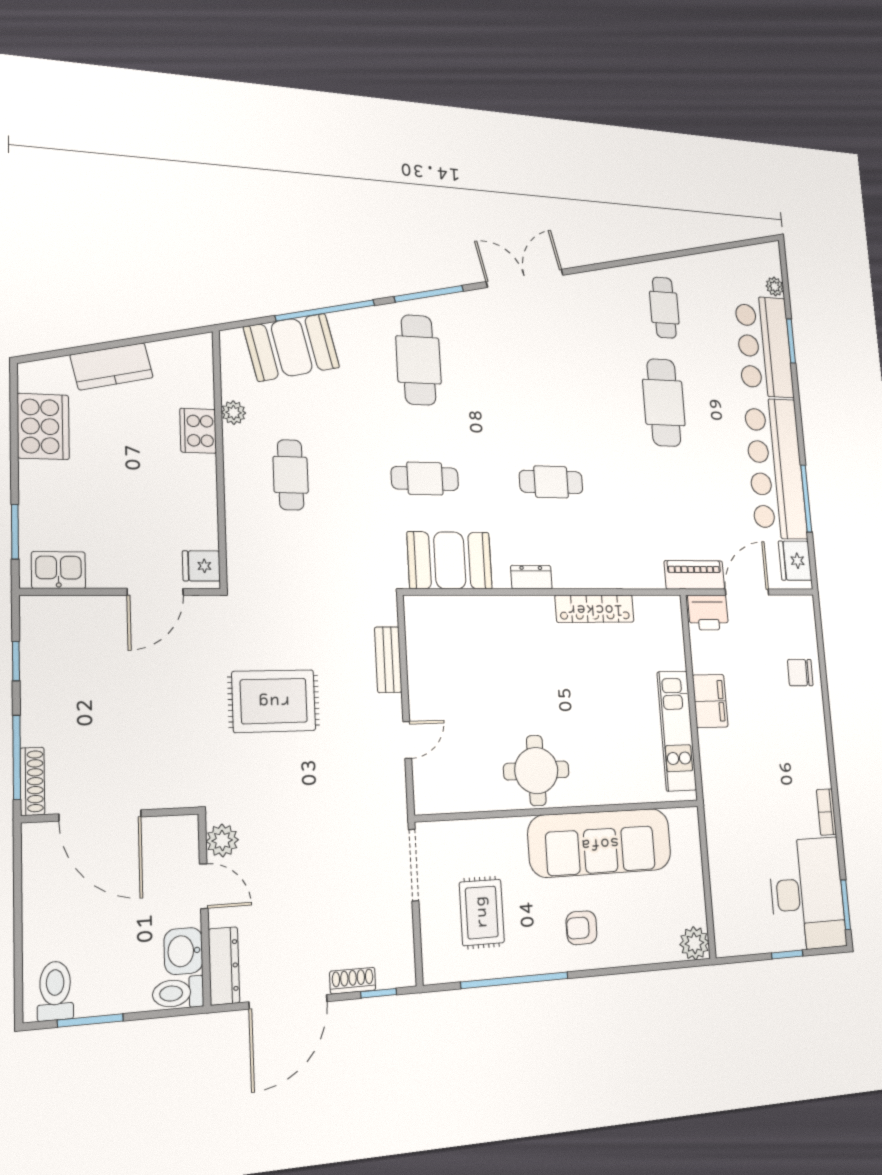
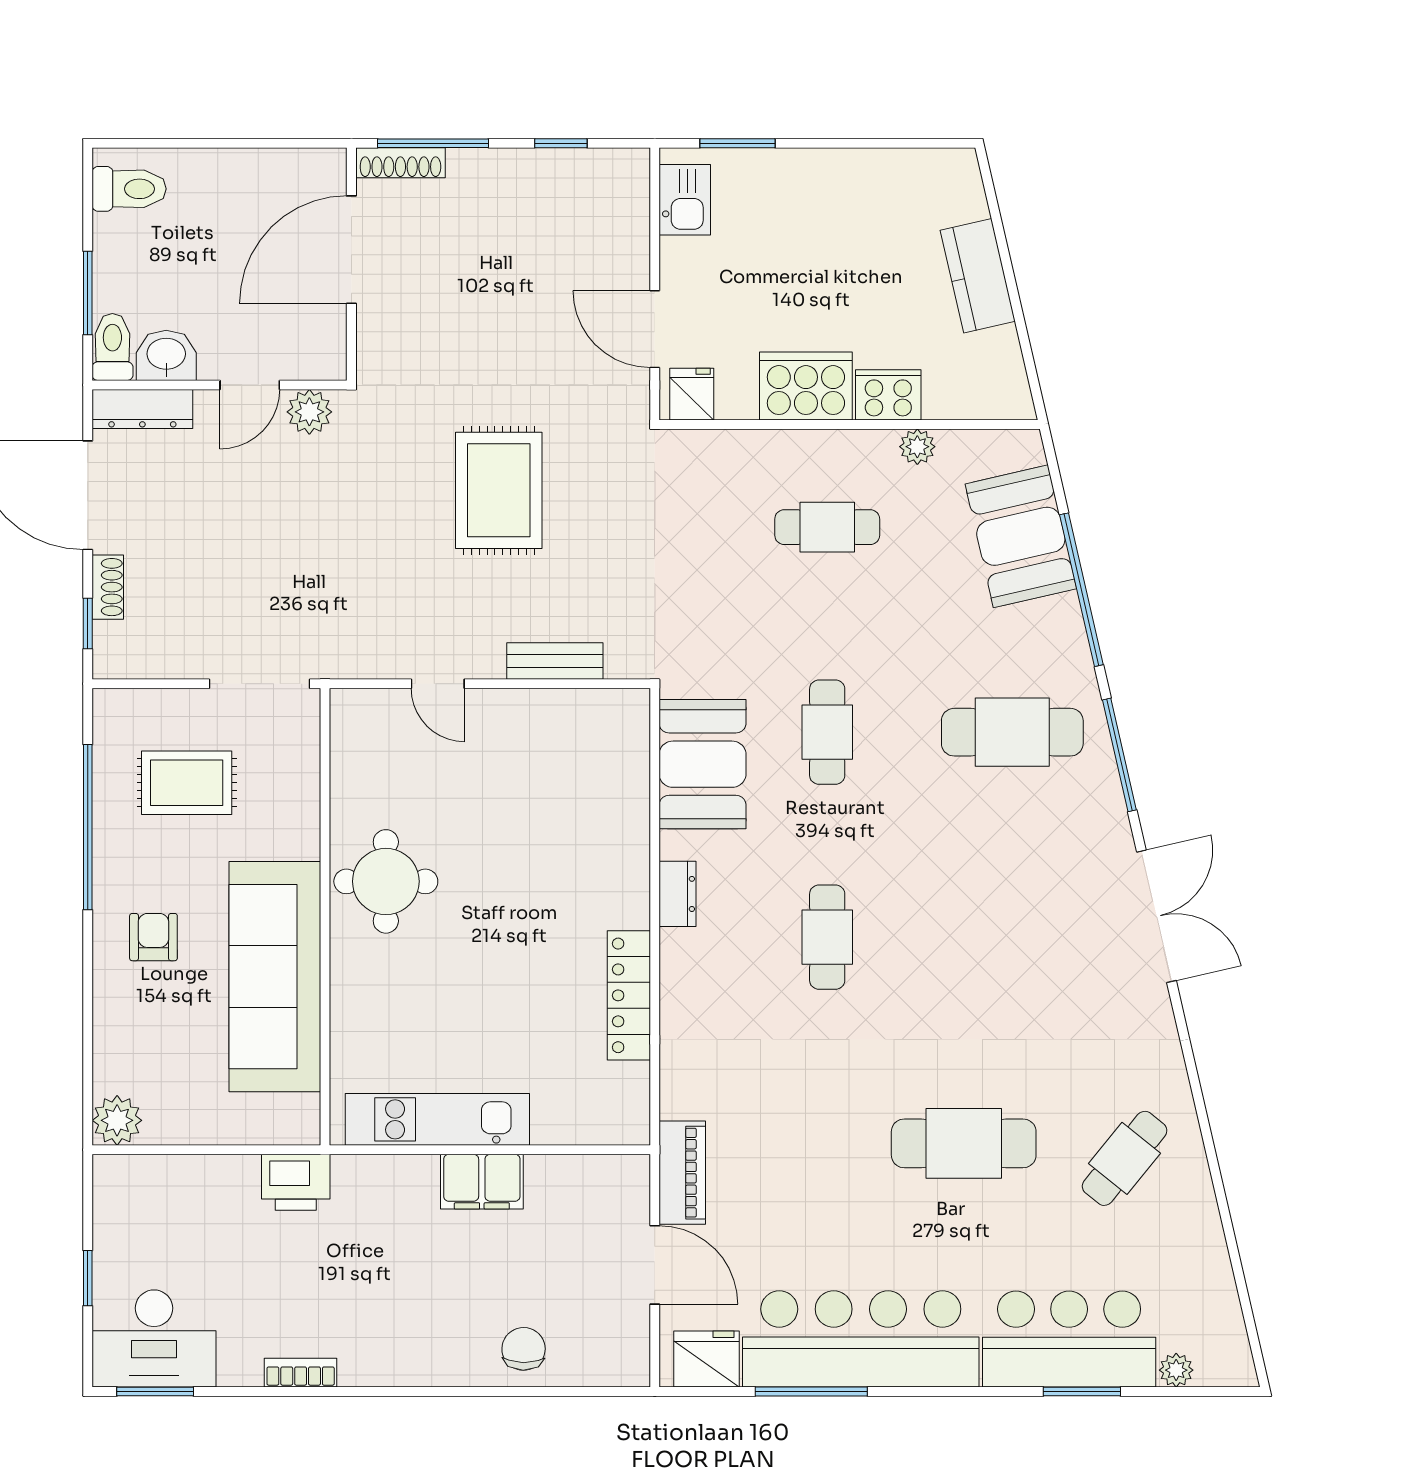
cafe table: (664, 308) -> (1125, 1158), turned -51
cooker: (43, 426) -> (806, 386), moved, turned 180
printer: (708, 612) -> (296, 1182), moved, turned -90
desk: (807, 894) -> (154, 1338), width x0.73, depth x0.77
window: (90, 1020) -> (88, 293), moved

